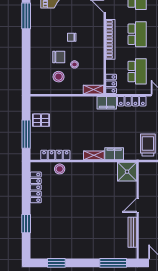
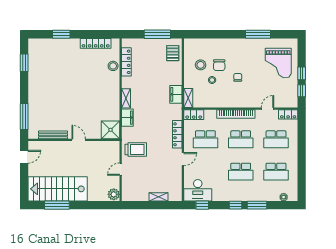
filing cabinet: (107, 103) -> (176, 94), moved
pallet: (41, 120) -> (173, 53), moved
window: (26, 134) -> (157, 34), moved

